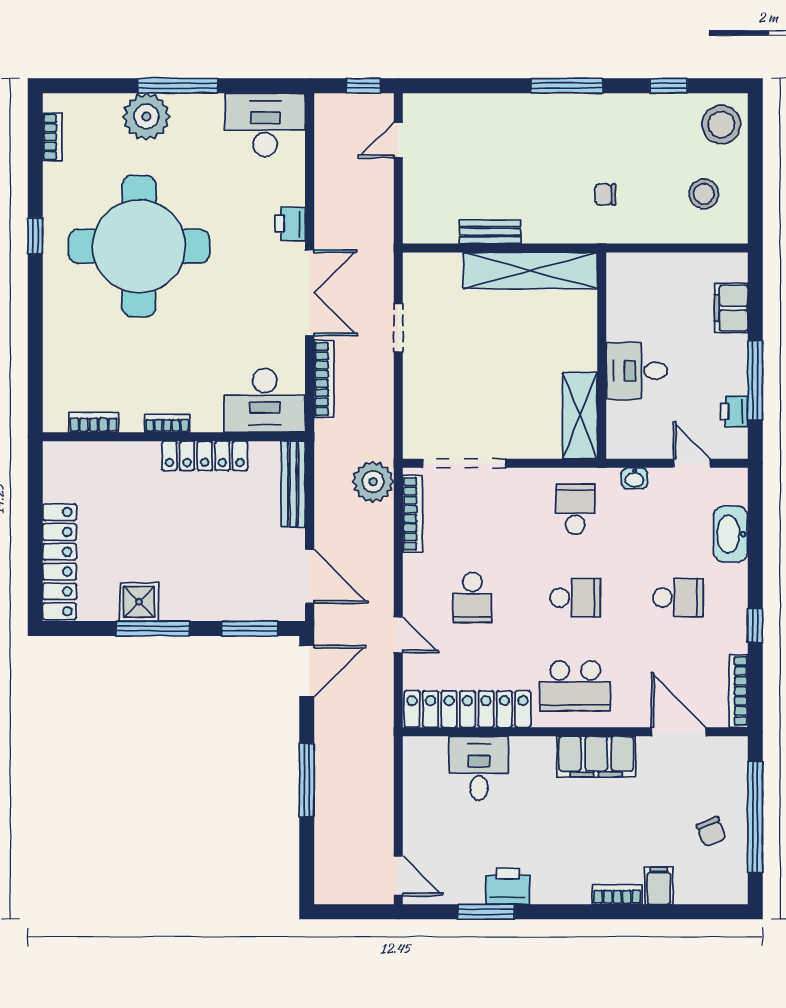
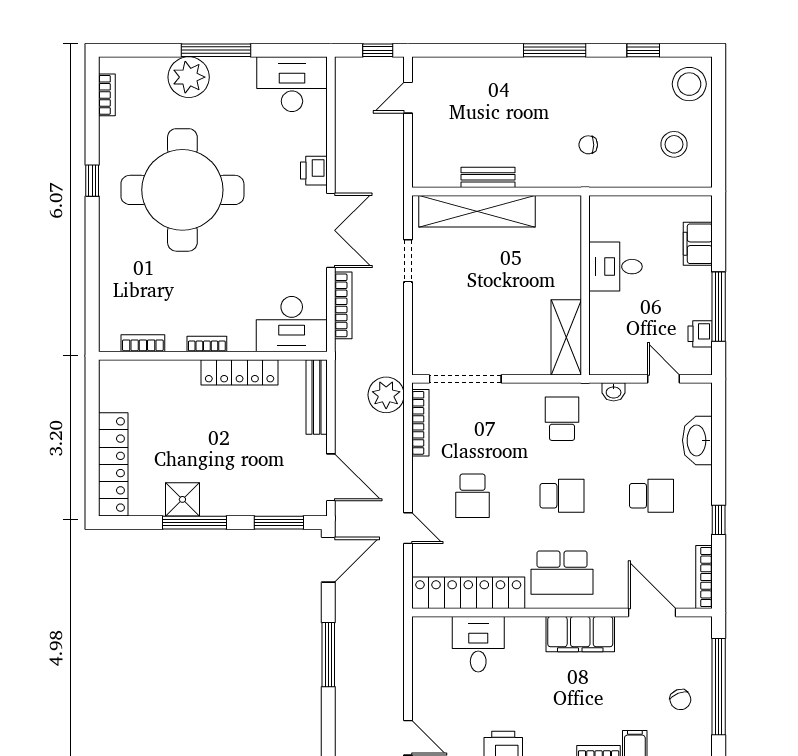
shelving: (530, 271) -> (477, 211), moved
desk: (637, 371) -> (616, 267), moved

